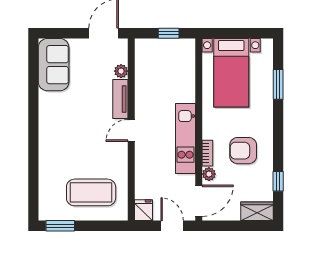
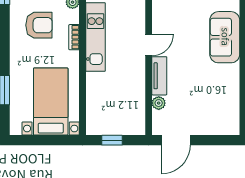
sofa: (54, 65) -> (225, 37), moved
bookcase: (207, 153) -> (74, 37), moved

